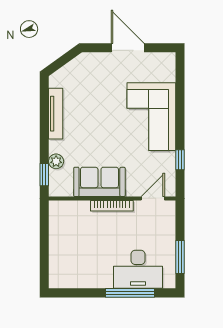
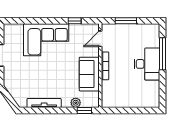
door: (153, 198) -> (100, 39), hinge flipped
window: (180, 257) -> (126, 21), moved
desk: (138, 269) -> (147, 64), moved

